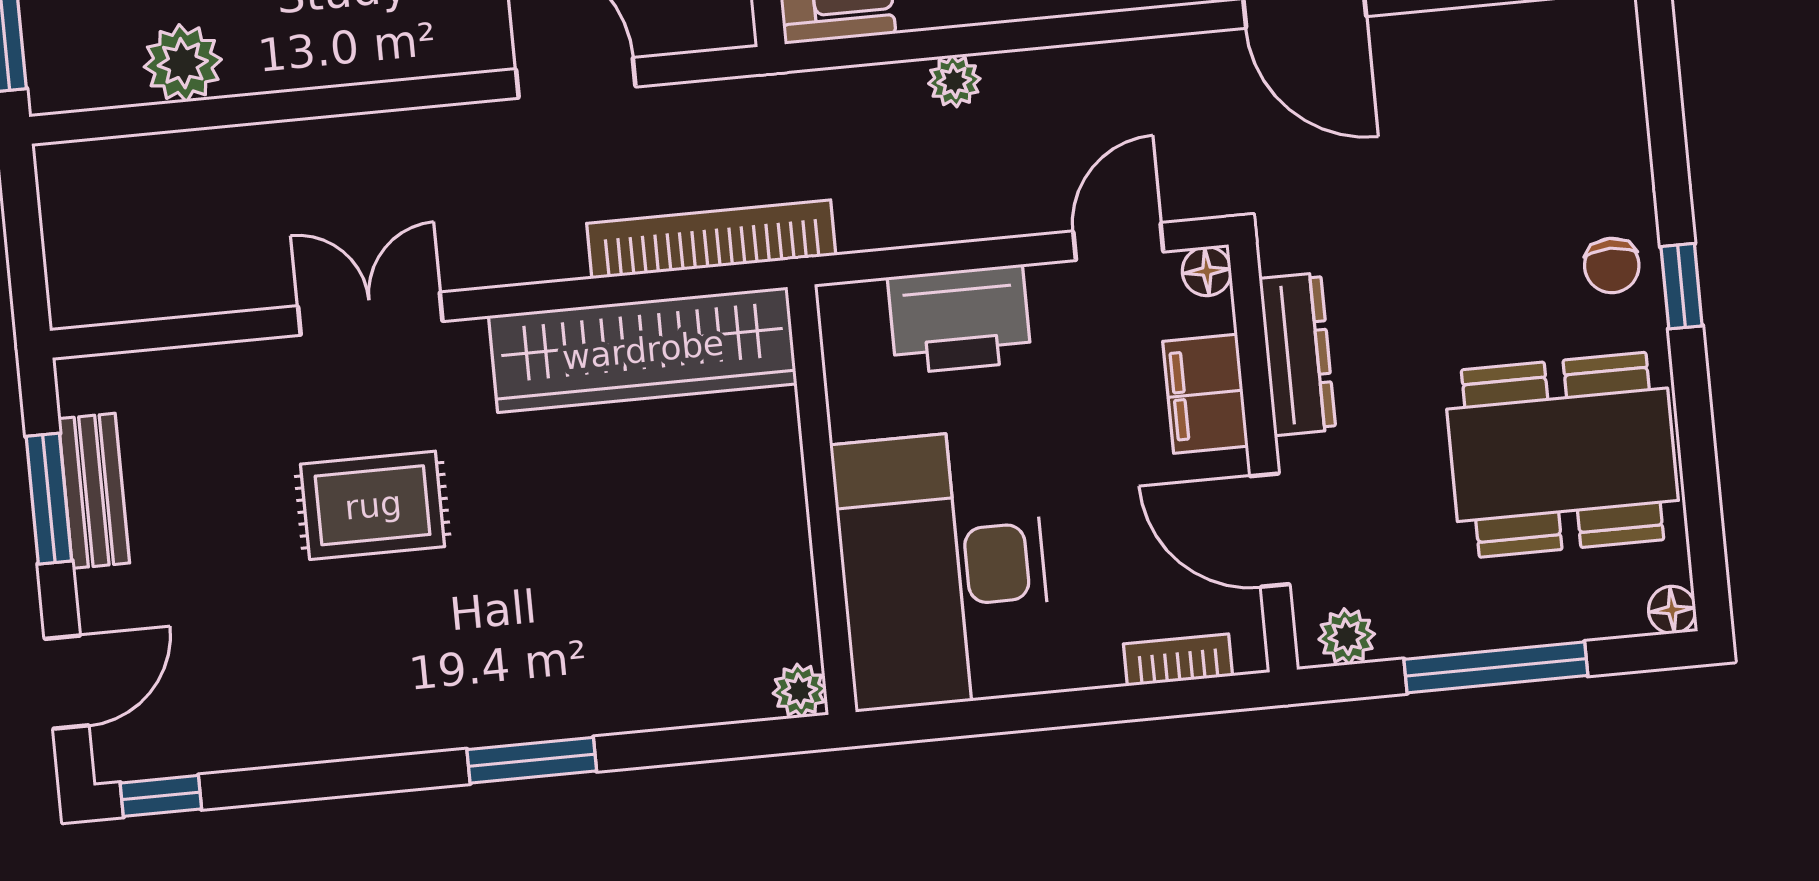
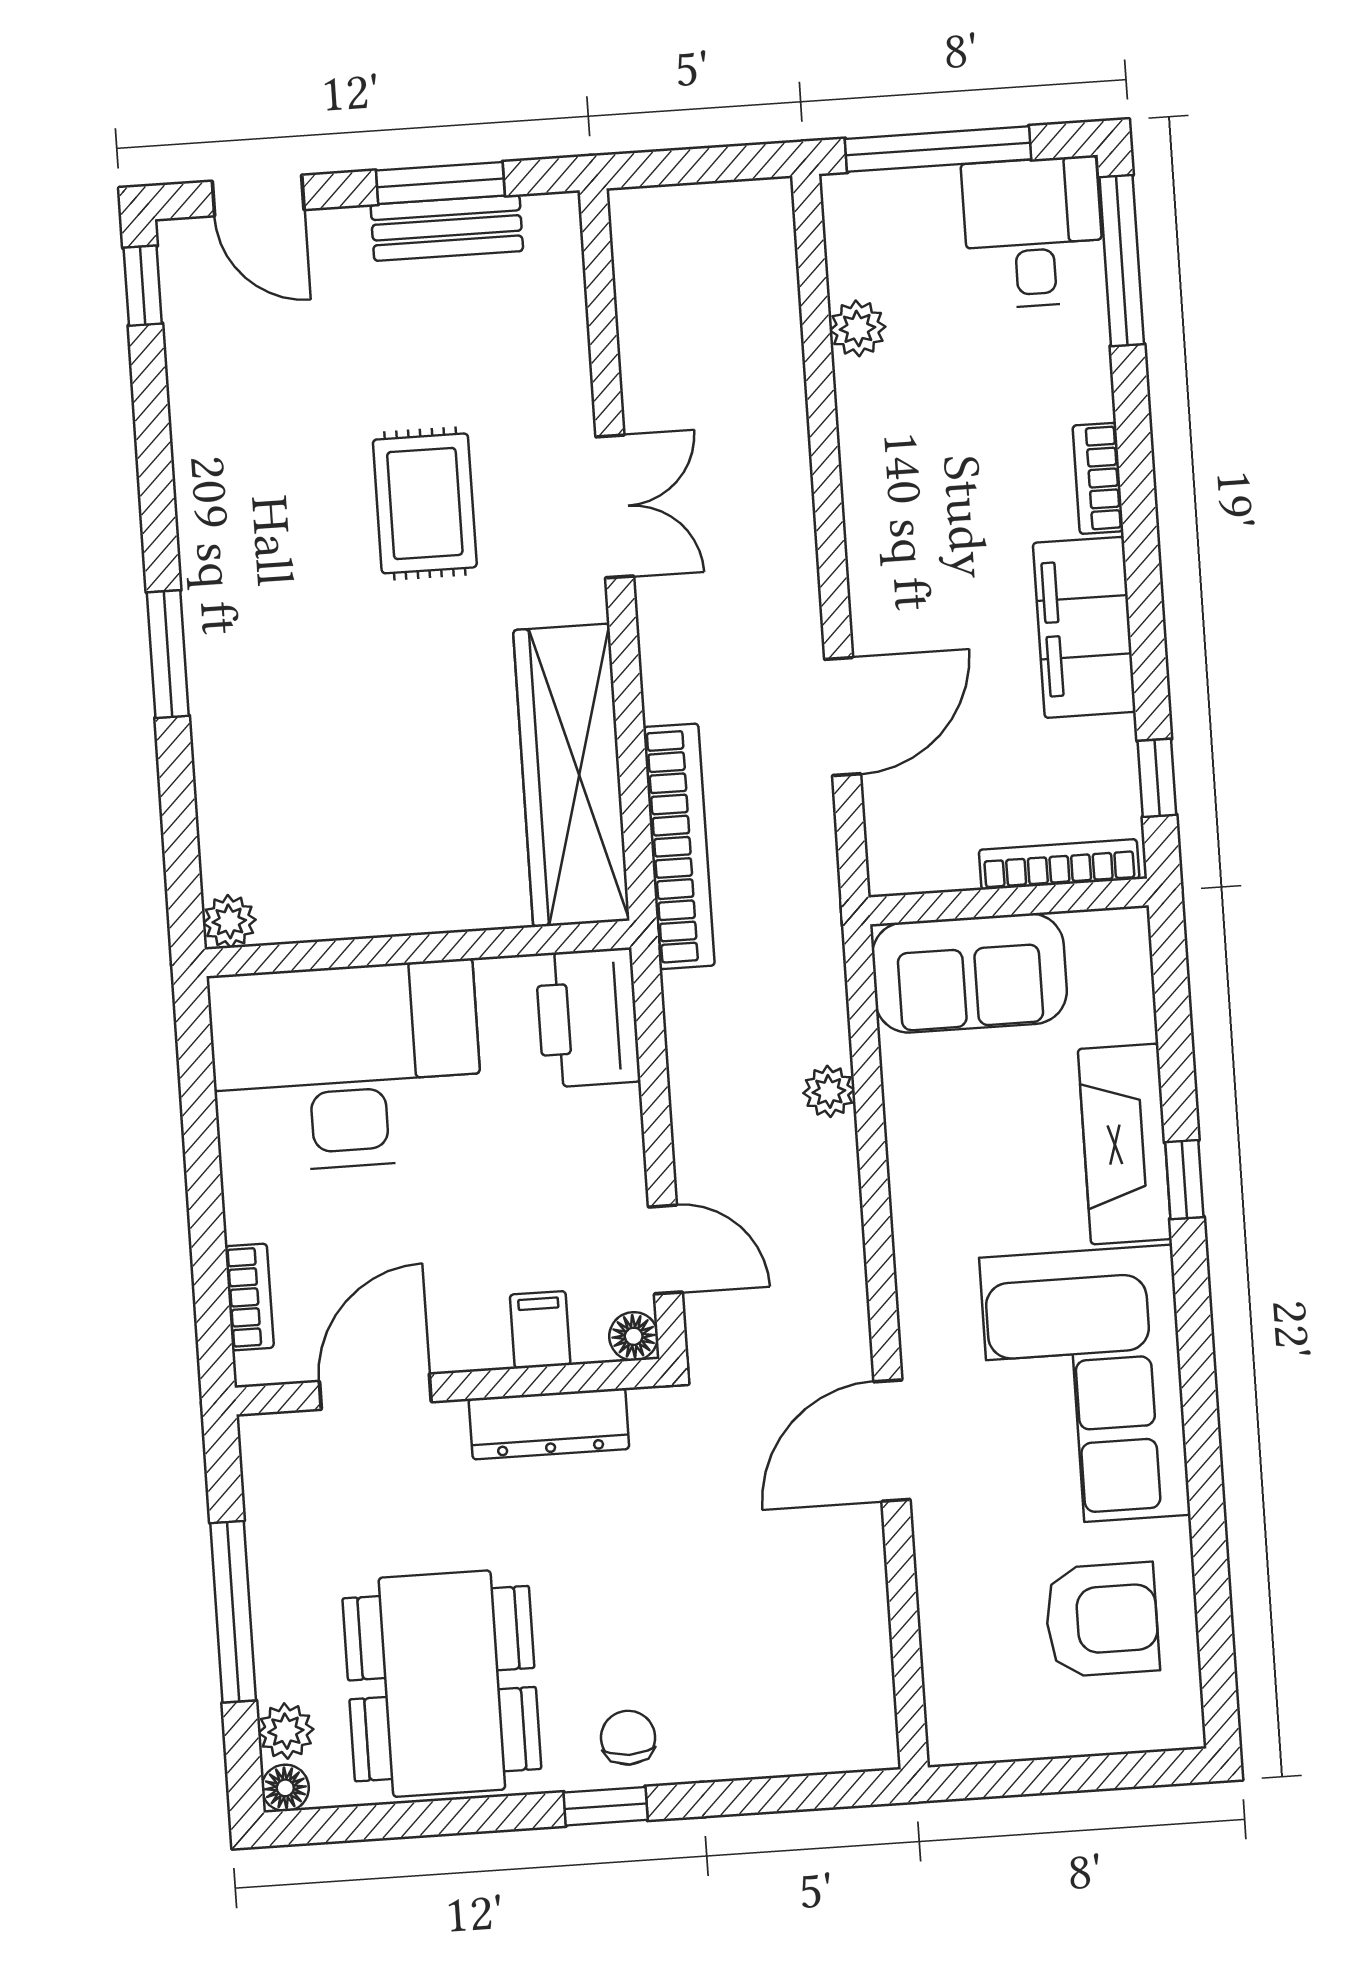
plant: (183, 63) -> (858, 328), width x0.73, depth x0.73
chair: (1612, 265) -> (628, 1738), turned 90
printer: (959, 319) -> (588, 1018), moved
filing cabinet: (1205, 394) -> (540, 1330), width x0.50
plant: (1347, 637) -> (286, 1731), moved

